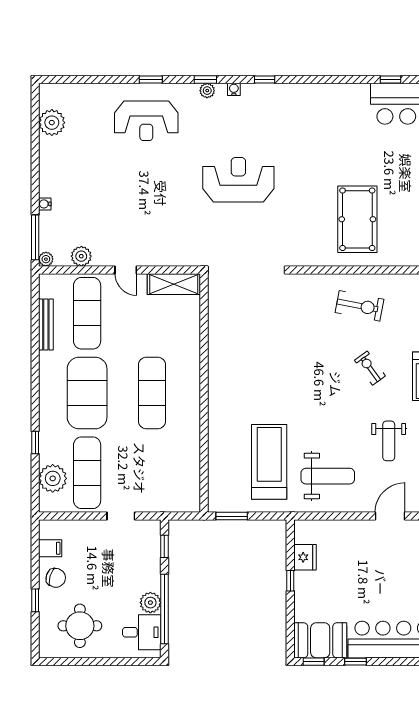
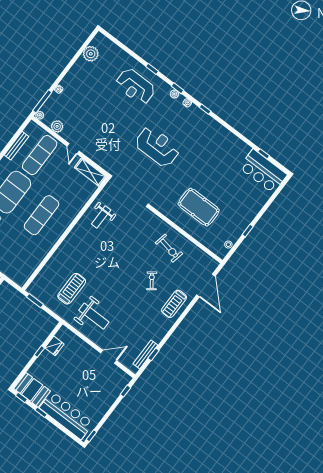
pool table: (357, 219) -> (199, 207), turned 90
weight bench: (389, 441) -> (101, 217), moved
treadmill: (269, 462) -> (72, 289), width x0.73, depth x0.73

